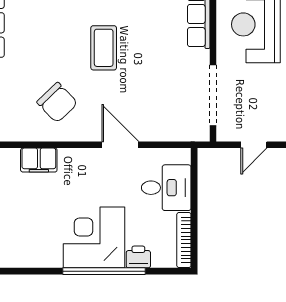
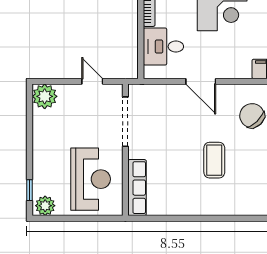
door: (254, 145) -> (92, 81), hinge flipped

